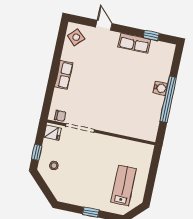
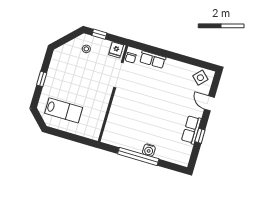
door: (104, 25) -> (209, 103), swing flipped
window: (151, 35) -> (200, 136), moved
row of seats: (64, 75) -> (153, 59), moved

